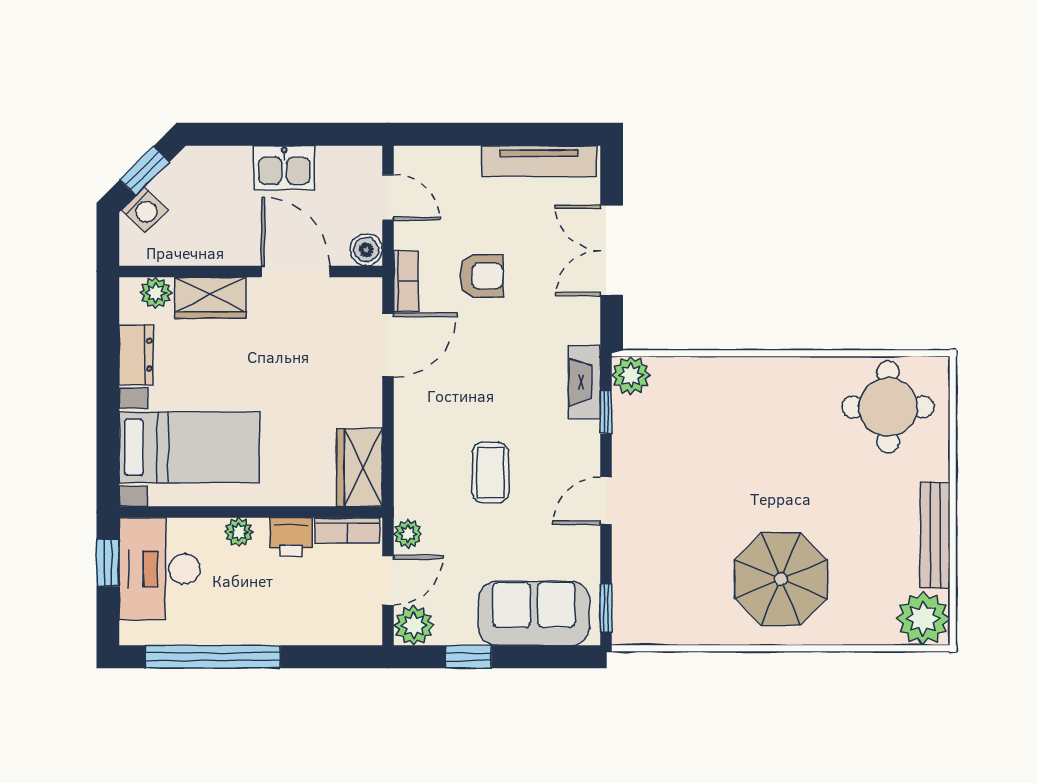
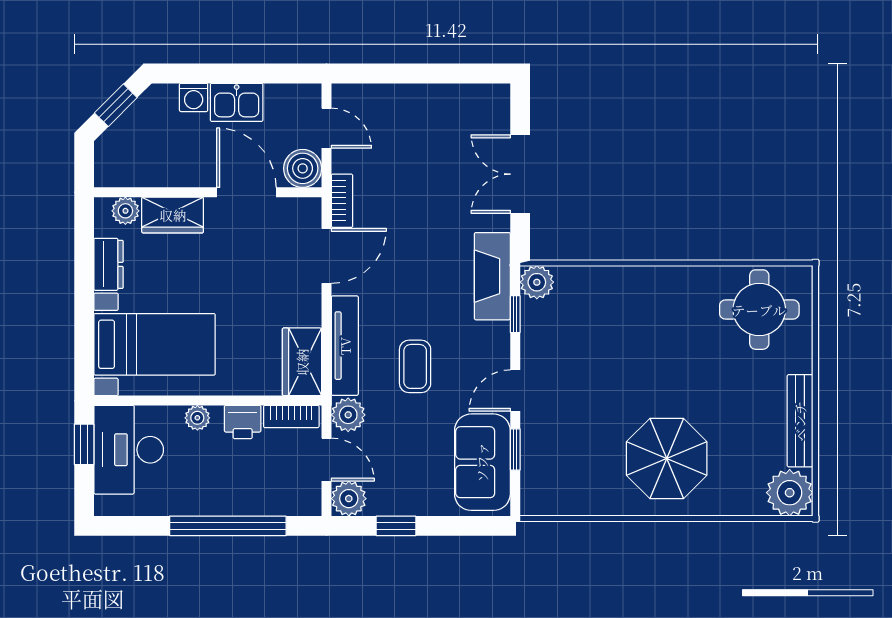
tv unit: (539, 161) -> (345, 346), moved, turned -90
washing machine: (145, 210) -> (194, 97), moved, turned 45
boiler: (366, 250) -> (303, 168), width x1.36, depth x1.36
armchair: (481, 276) -> (407, 196), removed
fireplace: (585, 382) -> (492, 276), width x1.37, depth x1.32
plant: (408, 534) -> (348, 415), width x1.38, depth x1.38
door: (388, 580) -> (326, 460), hinge flipped
window: (606, 608) -> (515, 449), moved
sofa: (534, 613) -> (482, 462), moved, turned -90
window: (213, 657) -> (228, 526), moved

